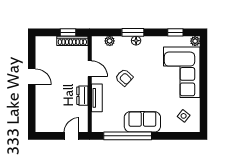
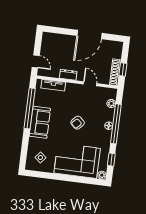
window: (133, 32) -> (116, 124), width x2.11
door: (90, 69) -> (90, 84), swing flipped
door: (32, 77) -> (90, 34), width x1.87
armchair: (124, 78) -> (78, 123), moved
tv unit: (97, 98) -> (53, 85), moved

